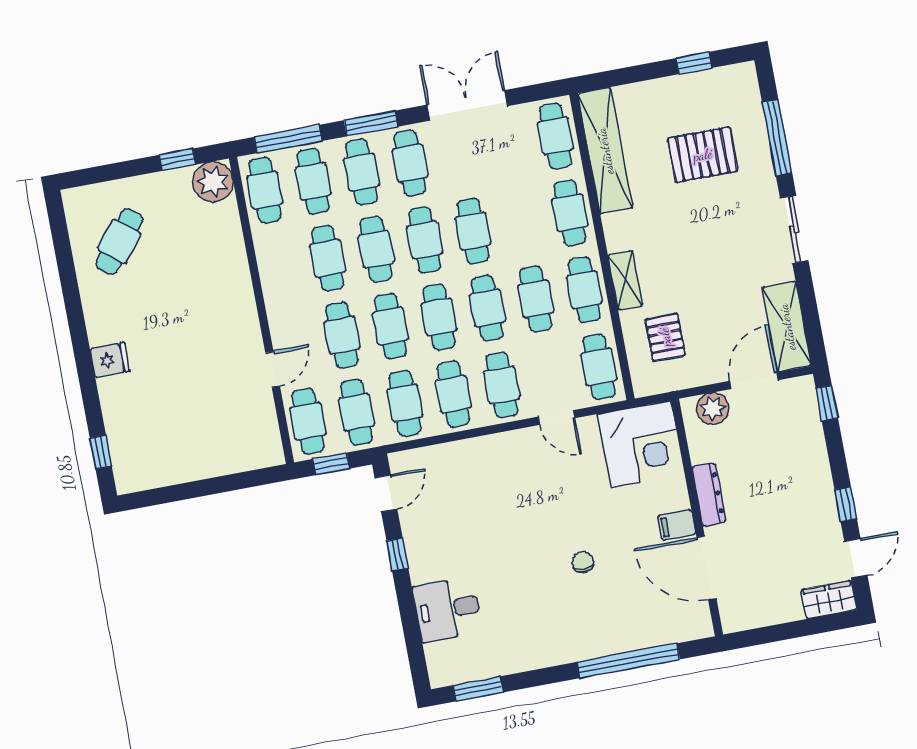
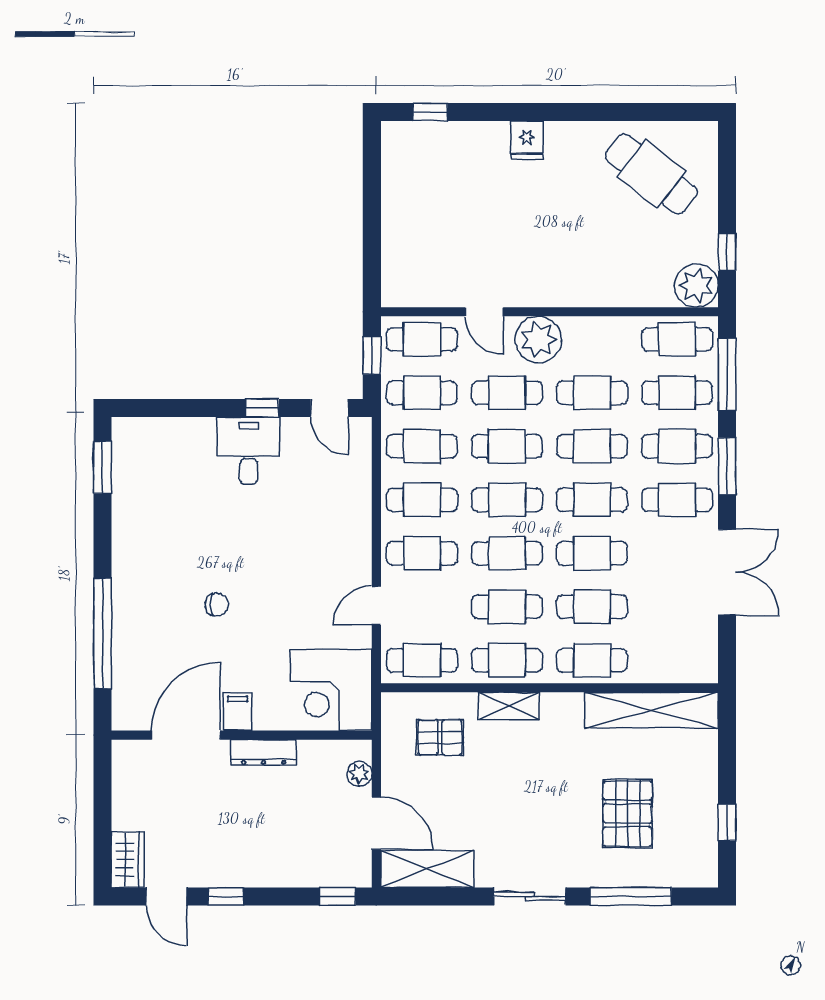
cafe table: (555, 136) -> (592, 607), moved
cafe table: (119, 241) -> (651, 174), width x1.37, depth x1.35
plant: (288, 316) -> (538, 339), added
plant: (713, 409) -> (359, 774), width x0.73, depth x0.73
desk: (448, 609) -> (249, 451), moved

